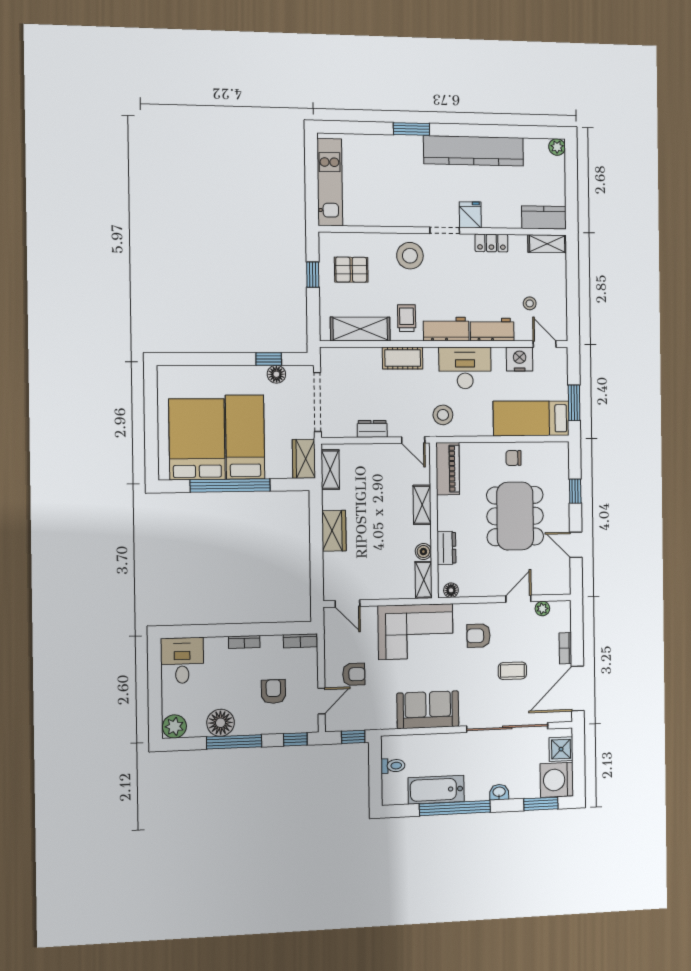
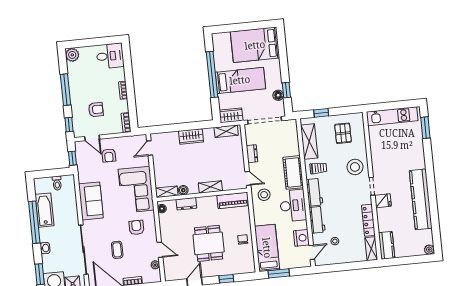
window: (411, 129) -> (425, 128), moved
locker: (491, 243) -> (368, 220), width x1.53
window: (313, 275) -> (321, 113), moved
cot: (403, 358) -> (293, 172), width x1.37, depth x1.34
bed: (197, 439) -> (255, 45), moved, turned 180
door: (413, 440) -> (248, 178), swing flipped
dining table: (515, 516) -> (209, 243), width x0.73
floor lamp: (221, 723) -> (76, 81), removed

